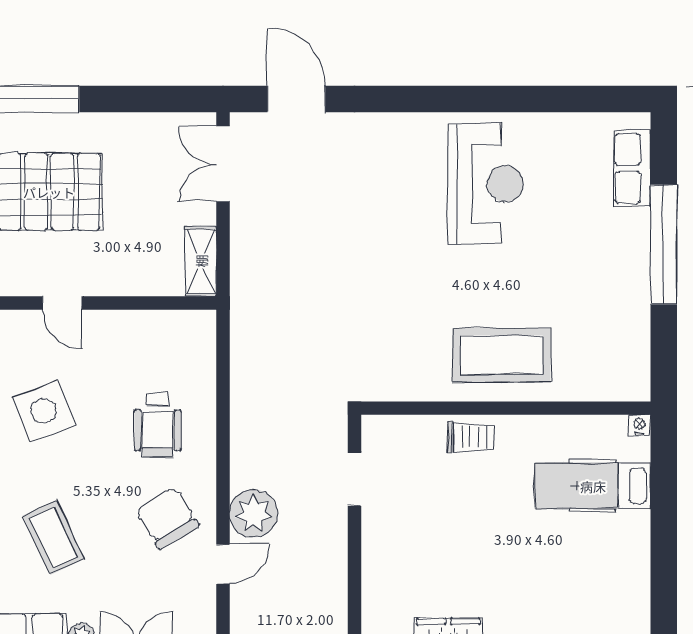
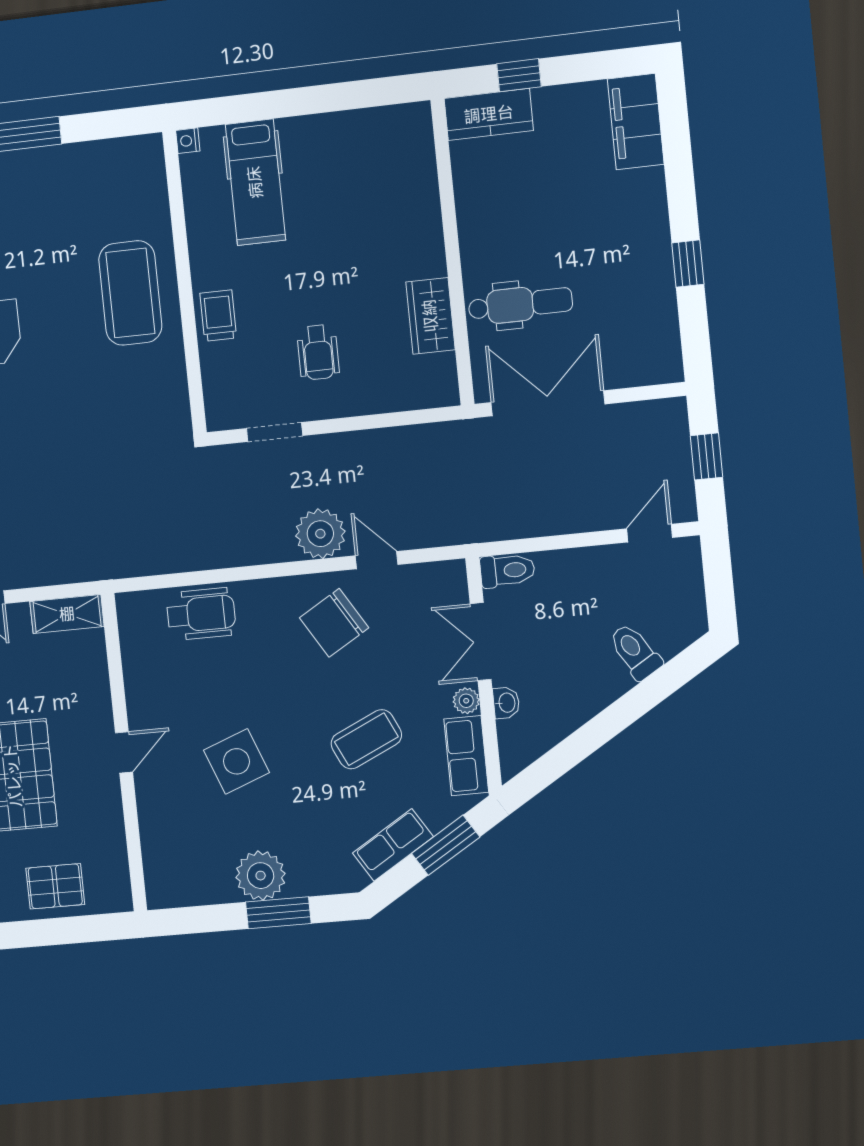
wheelchair: (158, 425) -> (201, 614), moved
wheelchair: (426, 529) -> (318, 352), added

